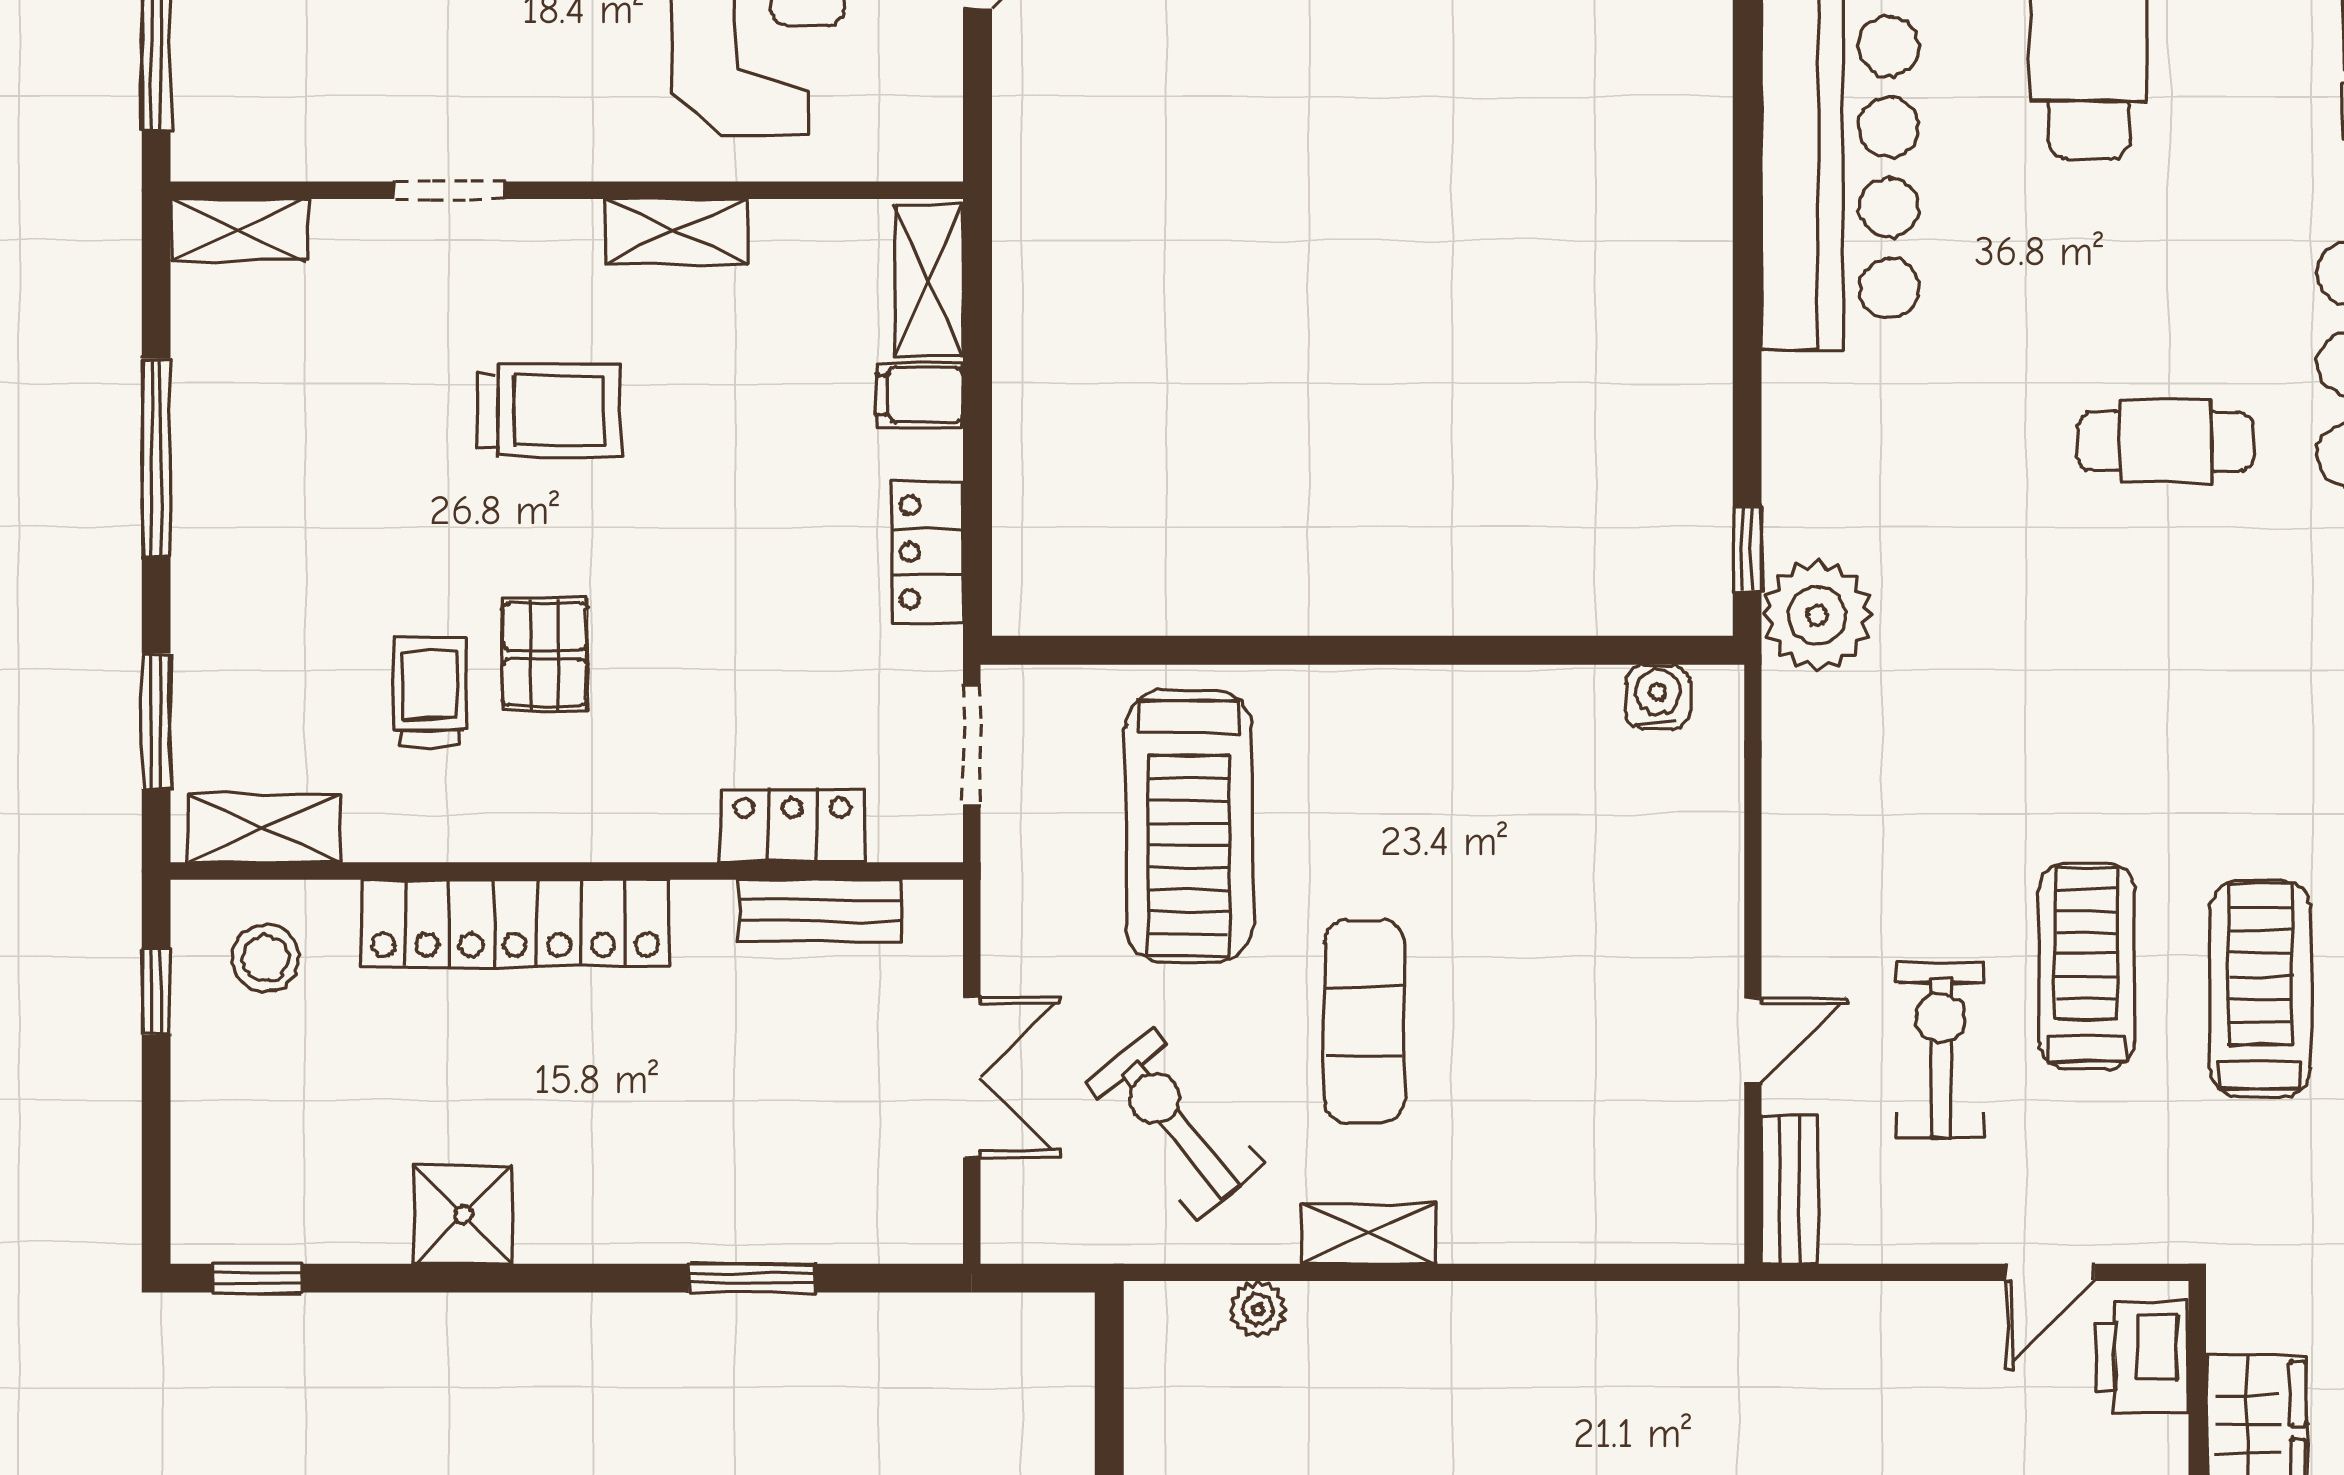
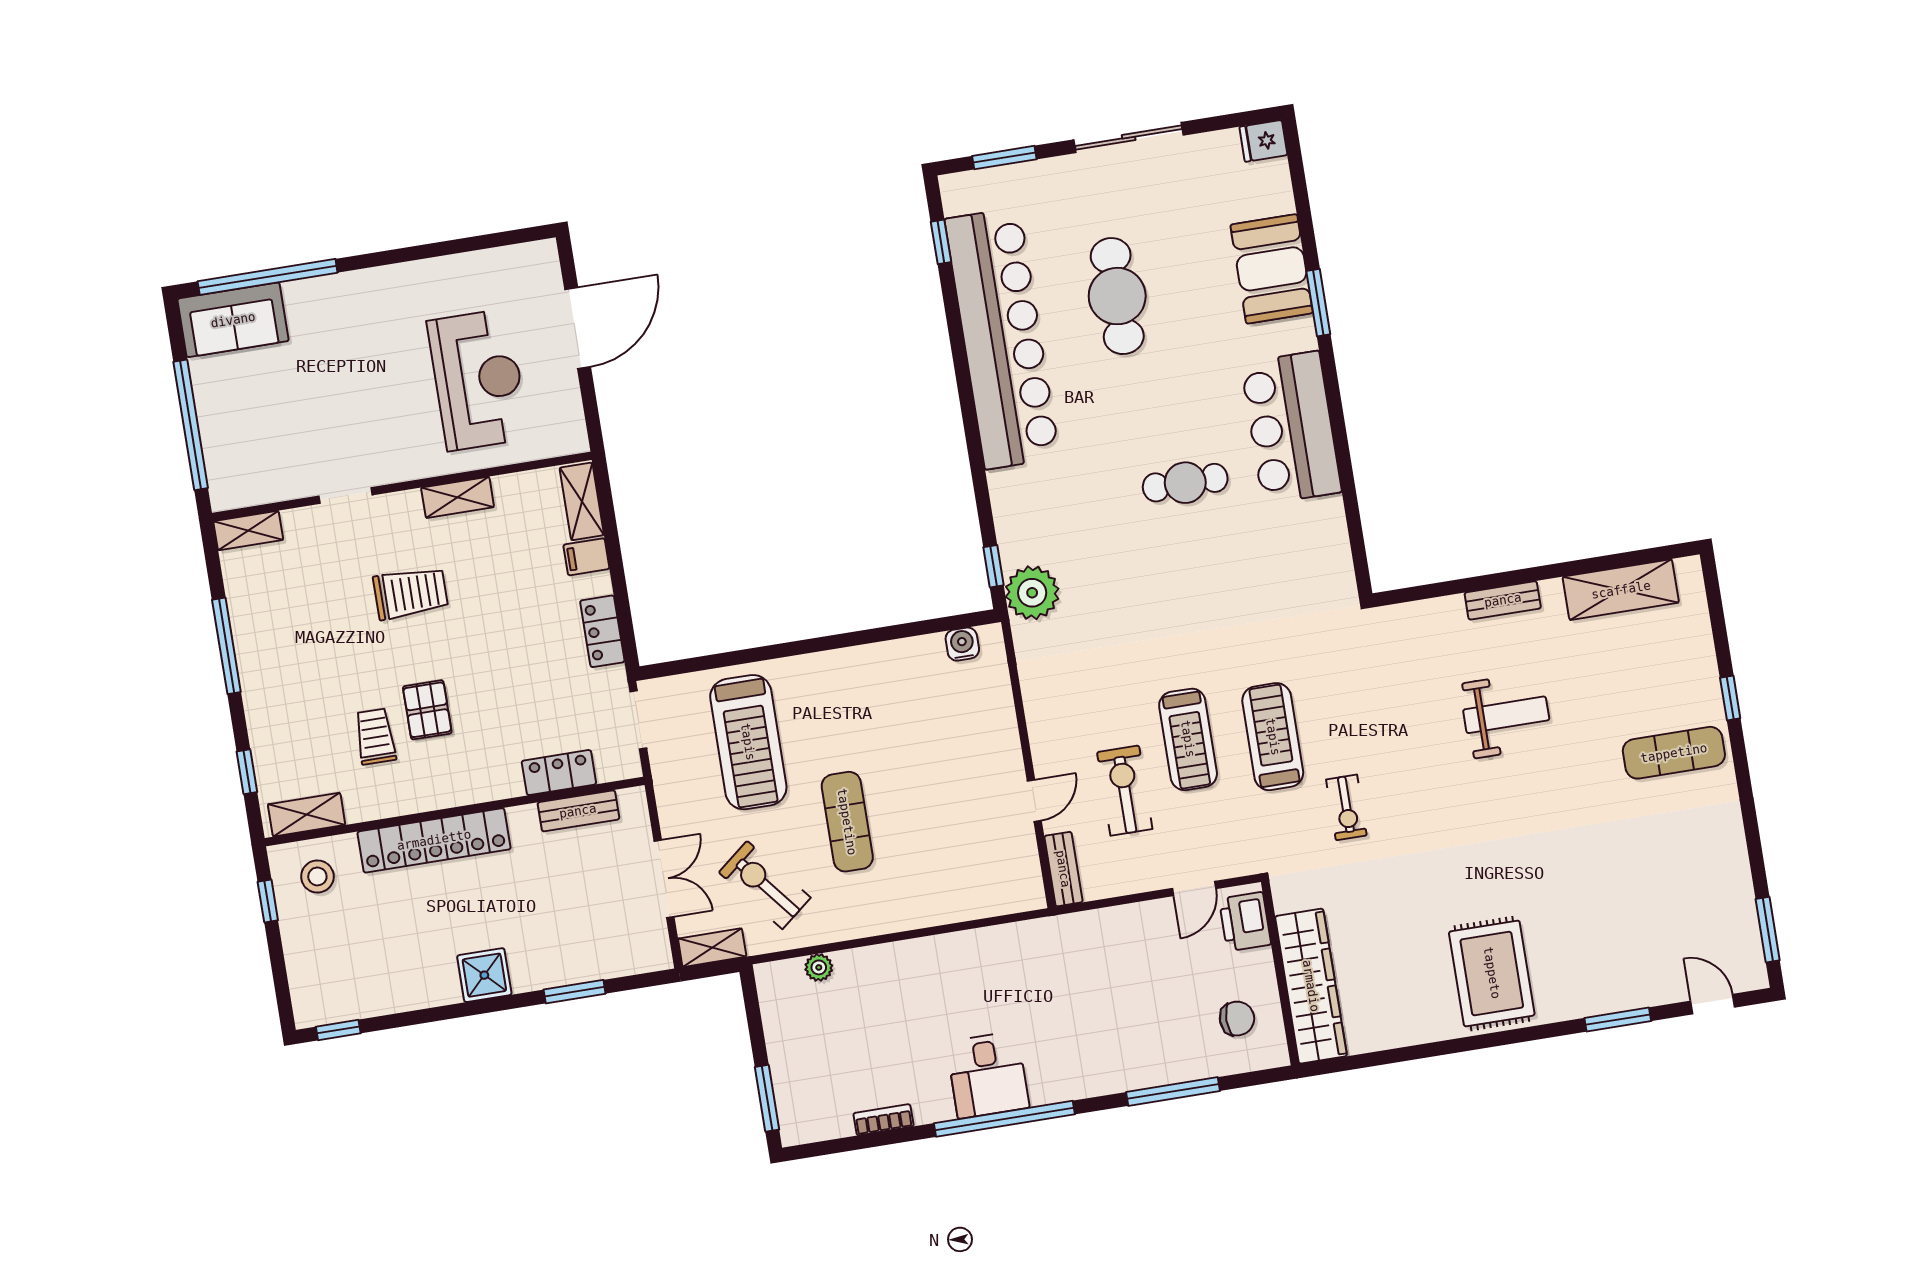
window: (156, 721) -> (247, 772), width x0.67
treadmill: (2087, 966) -> (1188, 739), turned 180
shower: (464, 1214) -> (484, 975), moved
shelving: (1368, 1234) -> (712, 948), moved

